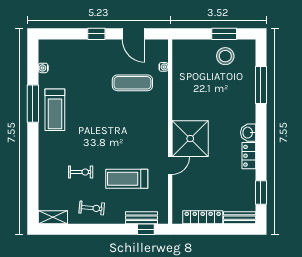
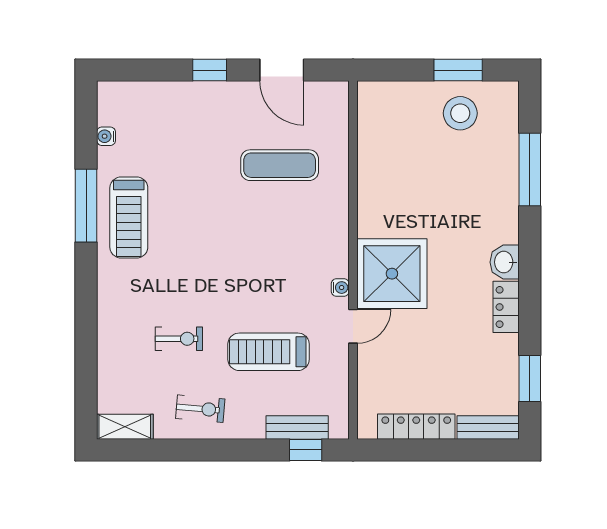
water cooler: (164, 67) -> (340, 288), moved

